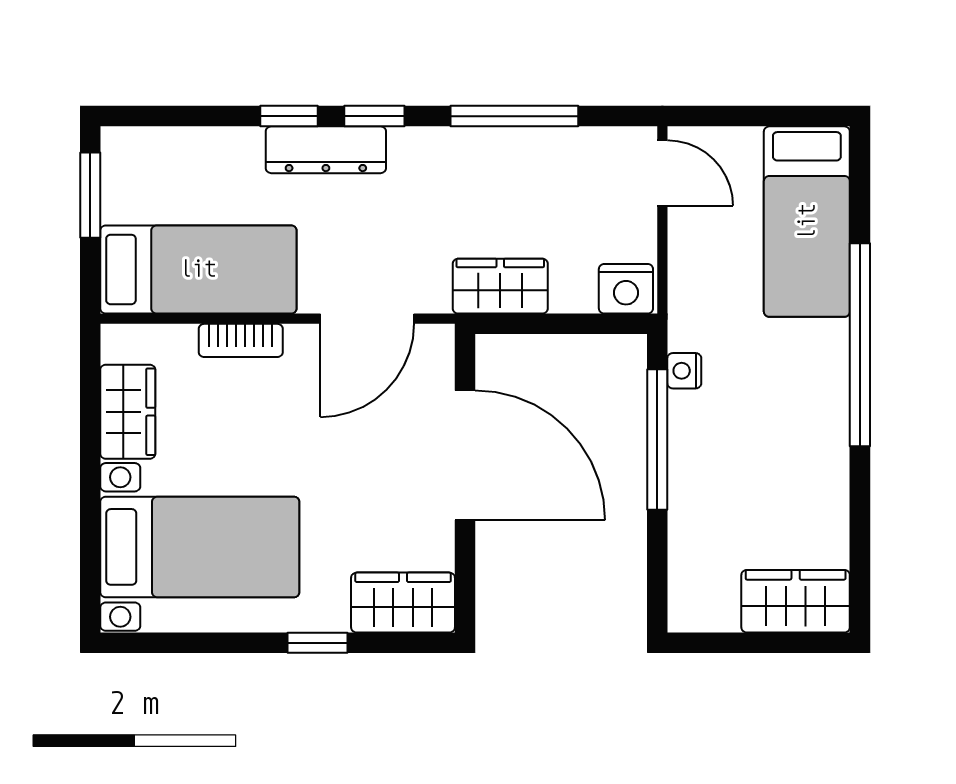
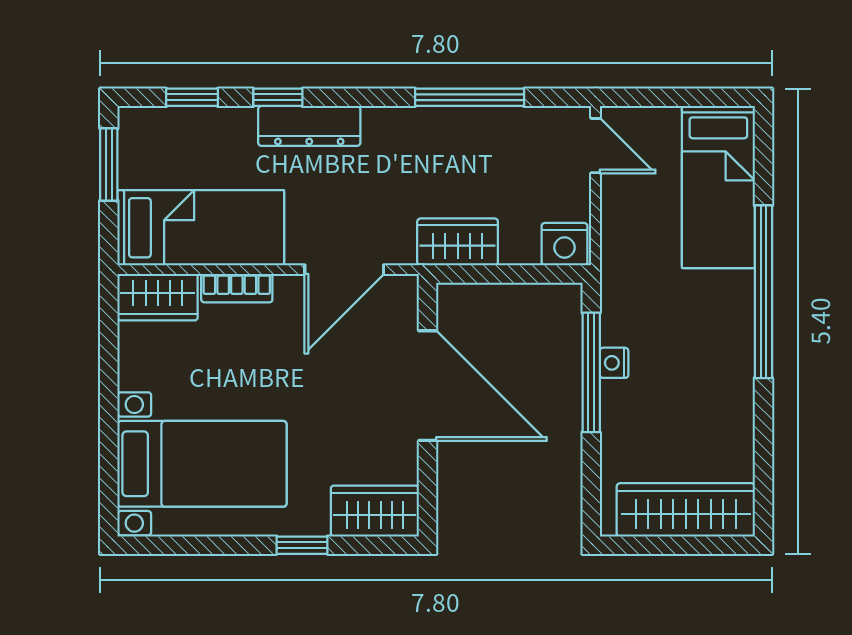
window: (374, 116) -> (192, 97), moved
nightstand: (684, 371) -> (614, 363), moved
wardrobe: (128, 412) -> (158, 297), moved, turned 90
wardrobe: (796, 601) -> (686, 510), width x1.50

